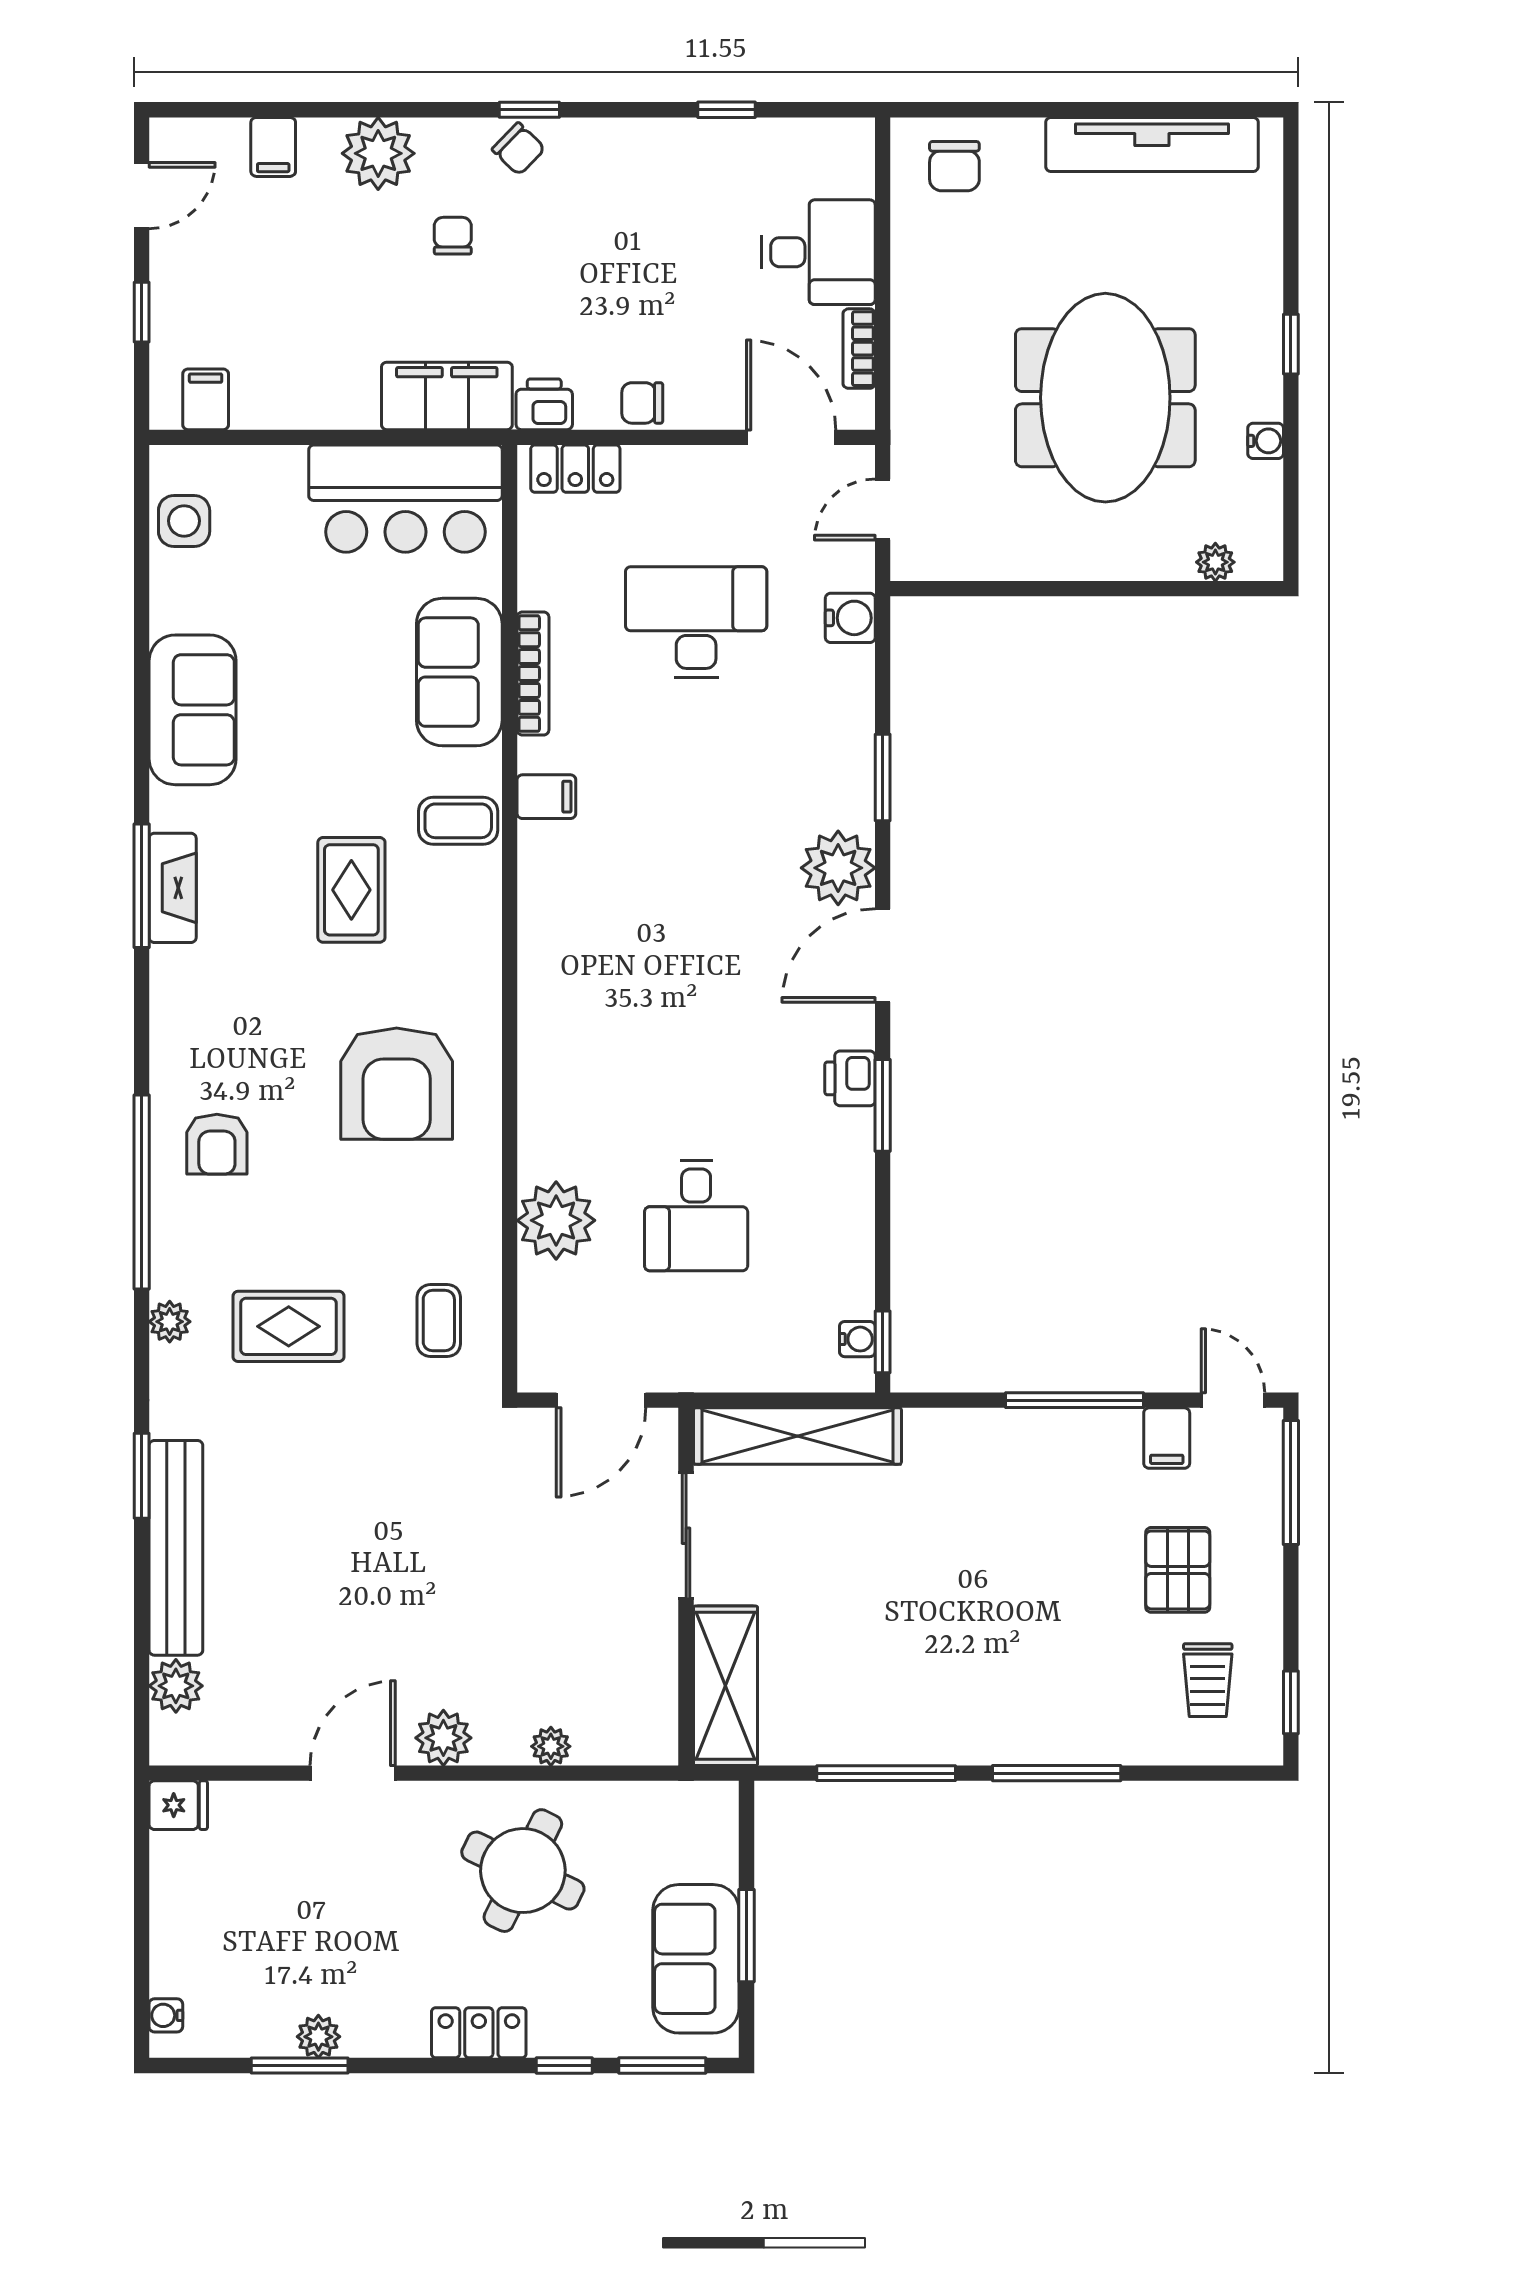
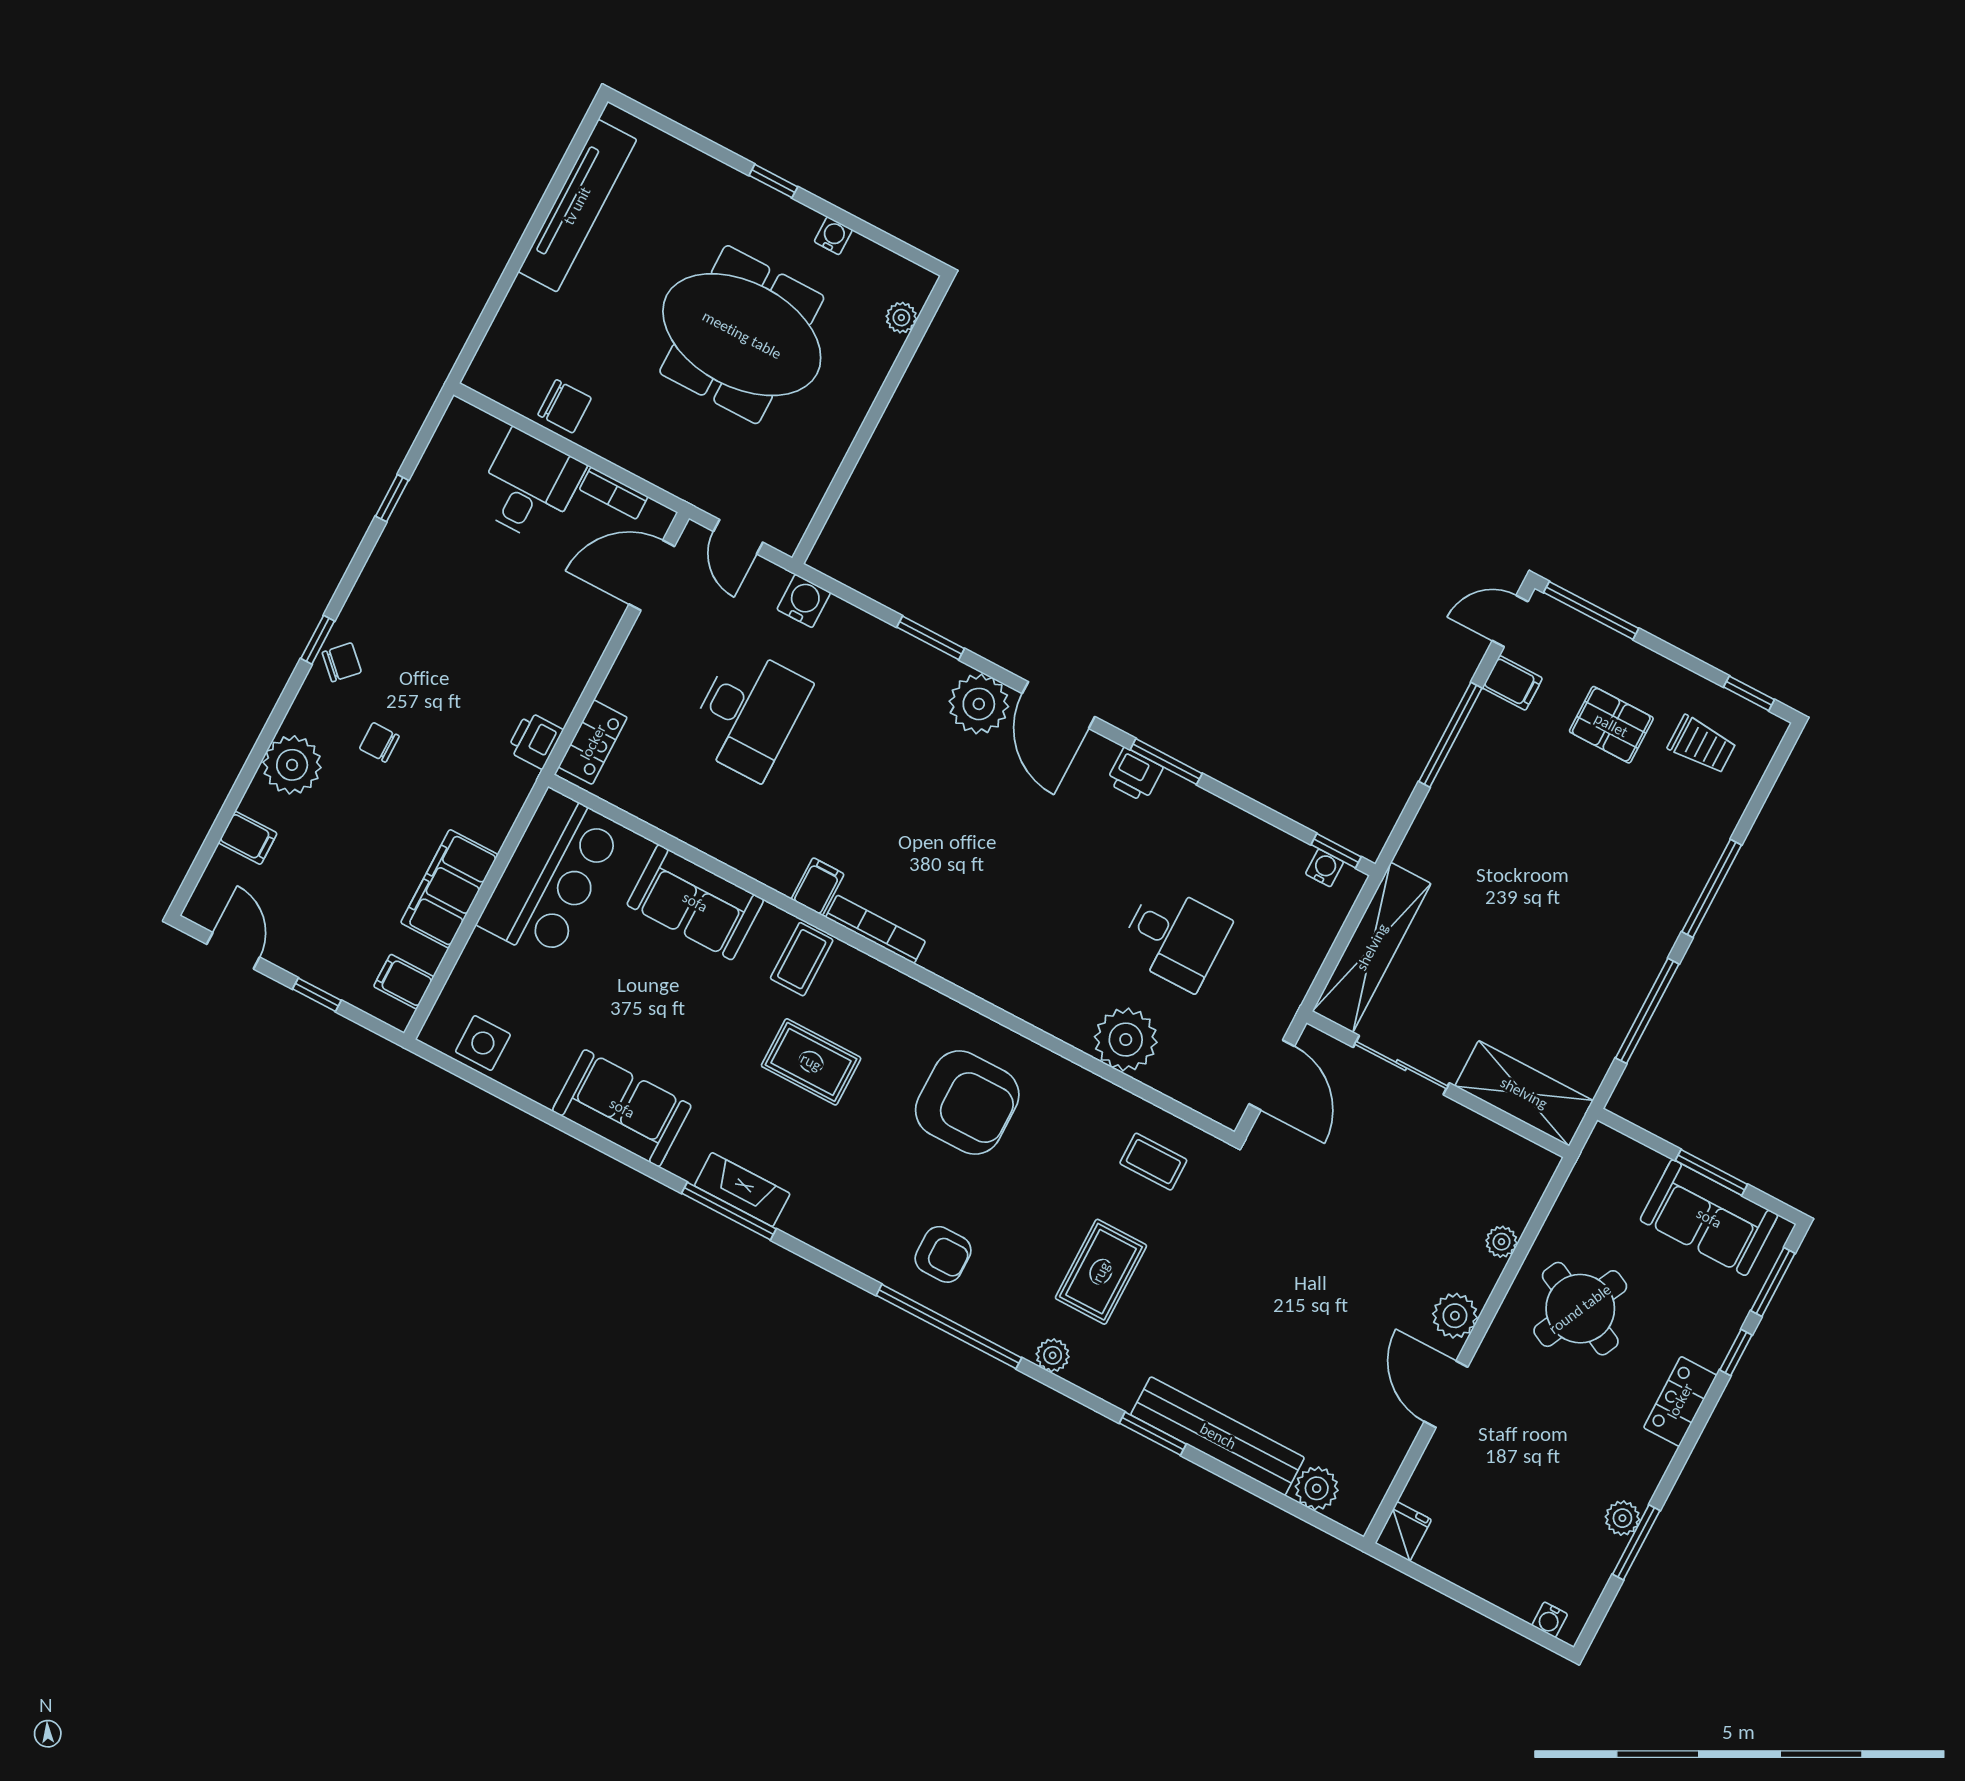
chair: (954, 166) -> (565, 406), moved
filing cabinet: (447, 396) -> (449, 889), moved
chair: (642, 403) -> (571, 669), removed
desk: (696, 622) -> (749, 713), turned 180
bookcase: (533, 674) -> (876, 929), moved

